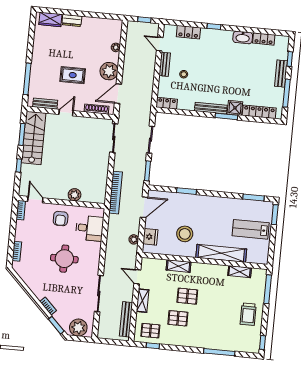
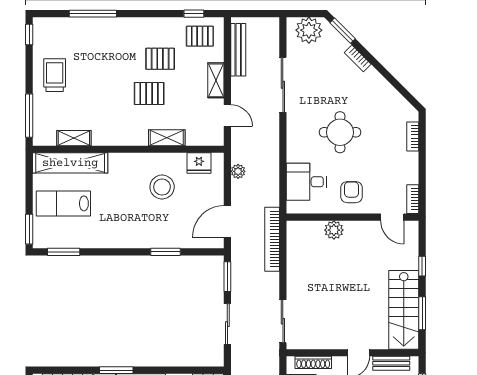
lab bench: (251, 229) -> (63, 203), turned 180
fridge: (150, 237) -> (199, 163), moved, turned -90
shelving: (221, 253) -> (70, 163), moved

